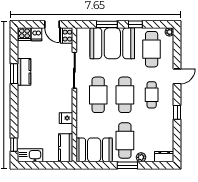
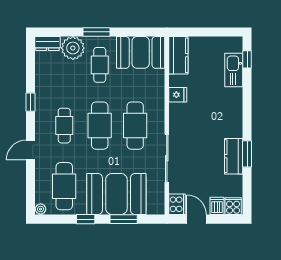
cafe table: (125, 141) -> (100, 65), width x0.73, depth x0.74
kitchen sink: (30, 155) -> (234, 70), moved, turned 90
plant: (141, 157) -> (73, 48), width x1.87, depth x1.87

